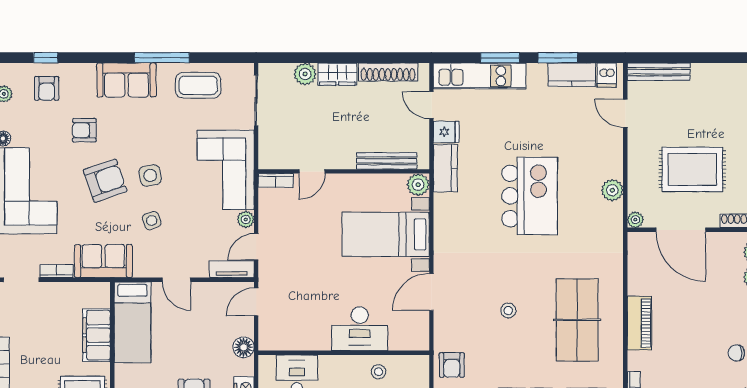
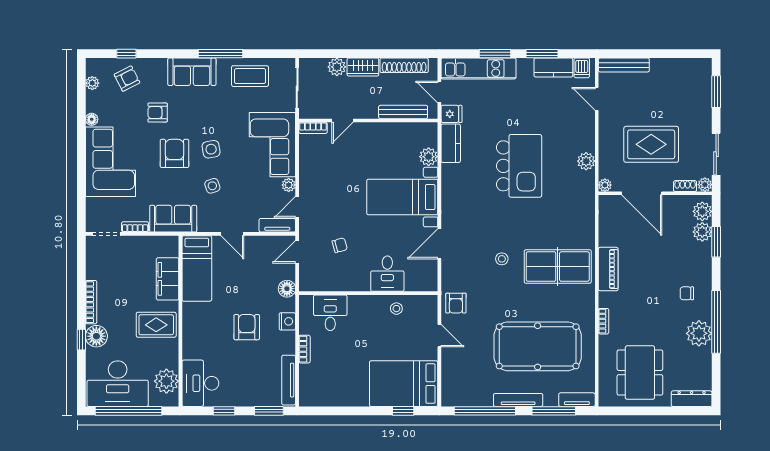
armchair: (47, 88) -> (127, 79), turned -117
bench: (387, 161) -> (403, 112), moved
door: (312, 171) -> (343, 121), moved
wall: (344, 171) -> (368, 121), moved
bookcase: (276, 180) -> (313, 128), moved
armchair: (105, 181) -> (175, 153), turned -71
chair: (309, 294) -> (340, 245), added
table tennis table: (577, 320) -> (558, 267), turned 90
desk: (360, 329) -> (387, 274), width x0.73

